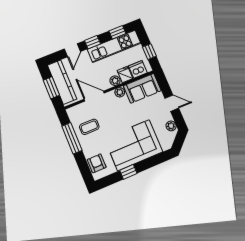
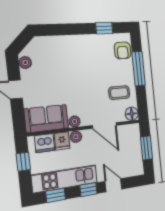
door: (72, 50) -> (113, 185), hinge flipped
kitchen counter: (62, 82) -> (134, 151), removed
floor lamp: (73, 113) -> (132, 114), added
window: (72, 138) -> (139, 69), moved
corner sofa: (134, 145) -> (77, 56), removed
window: (128, 172) -> (104, 28), moved

